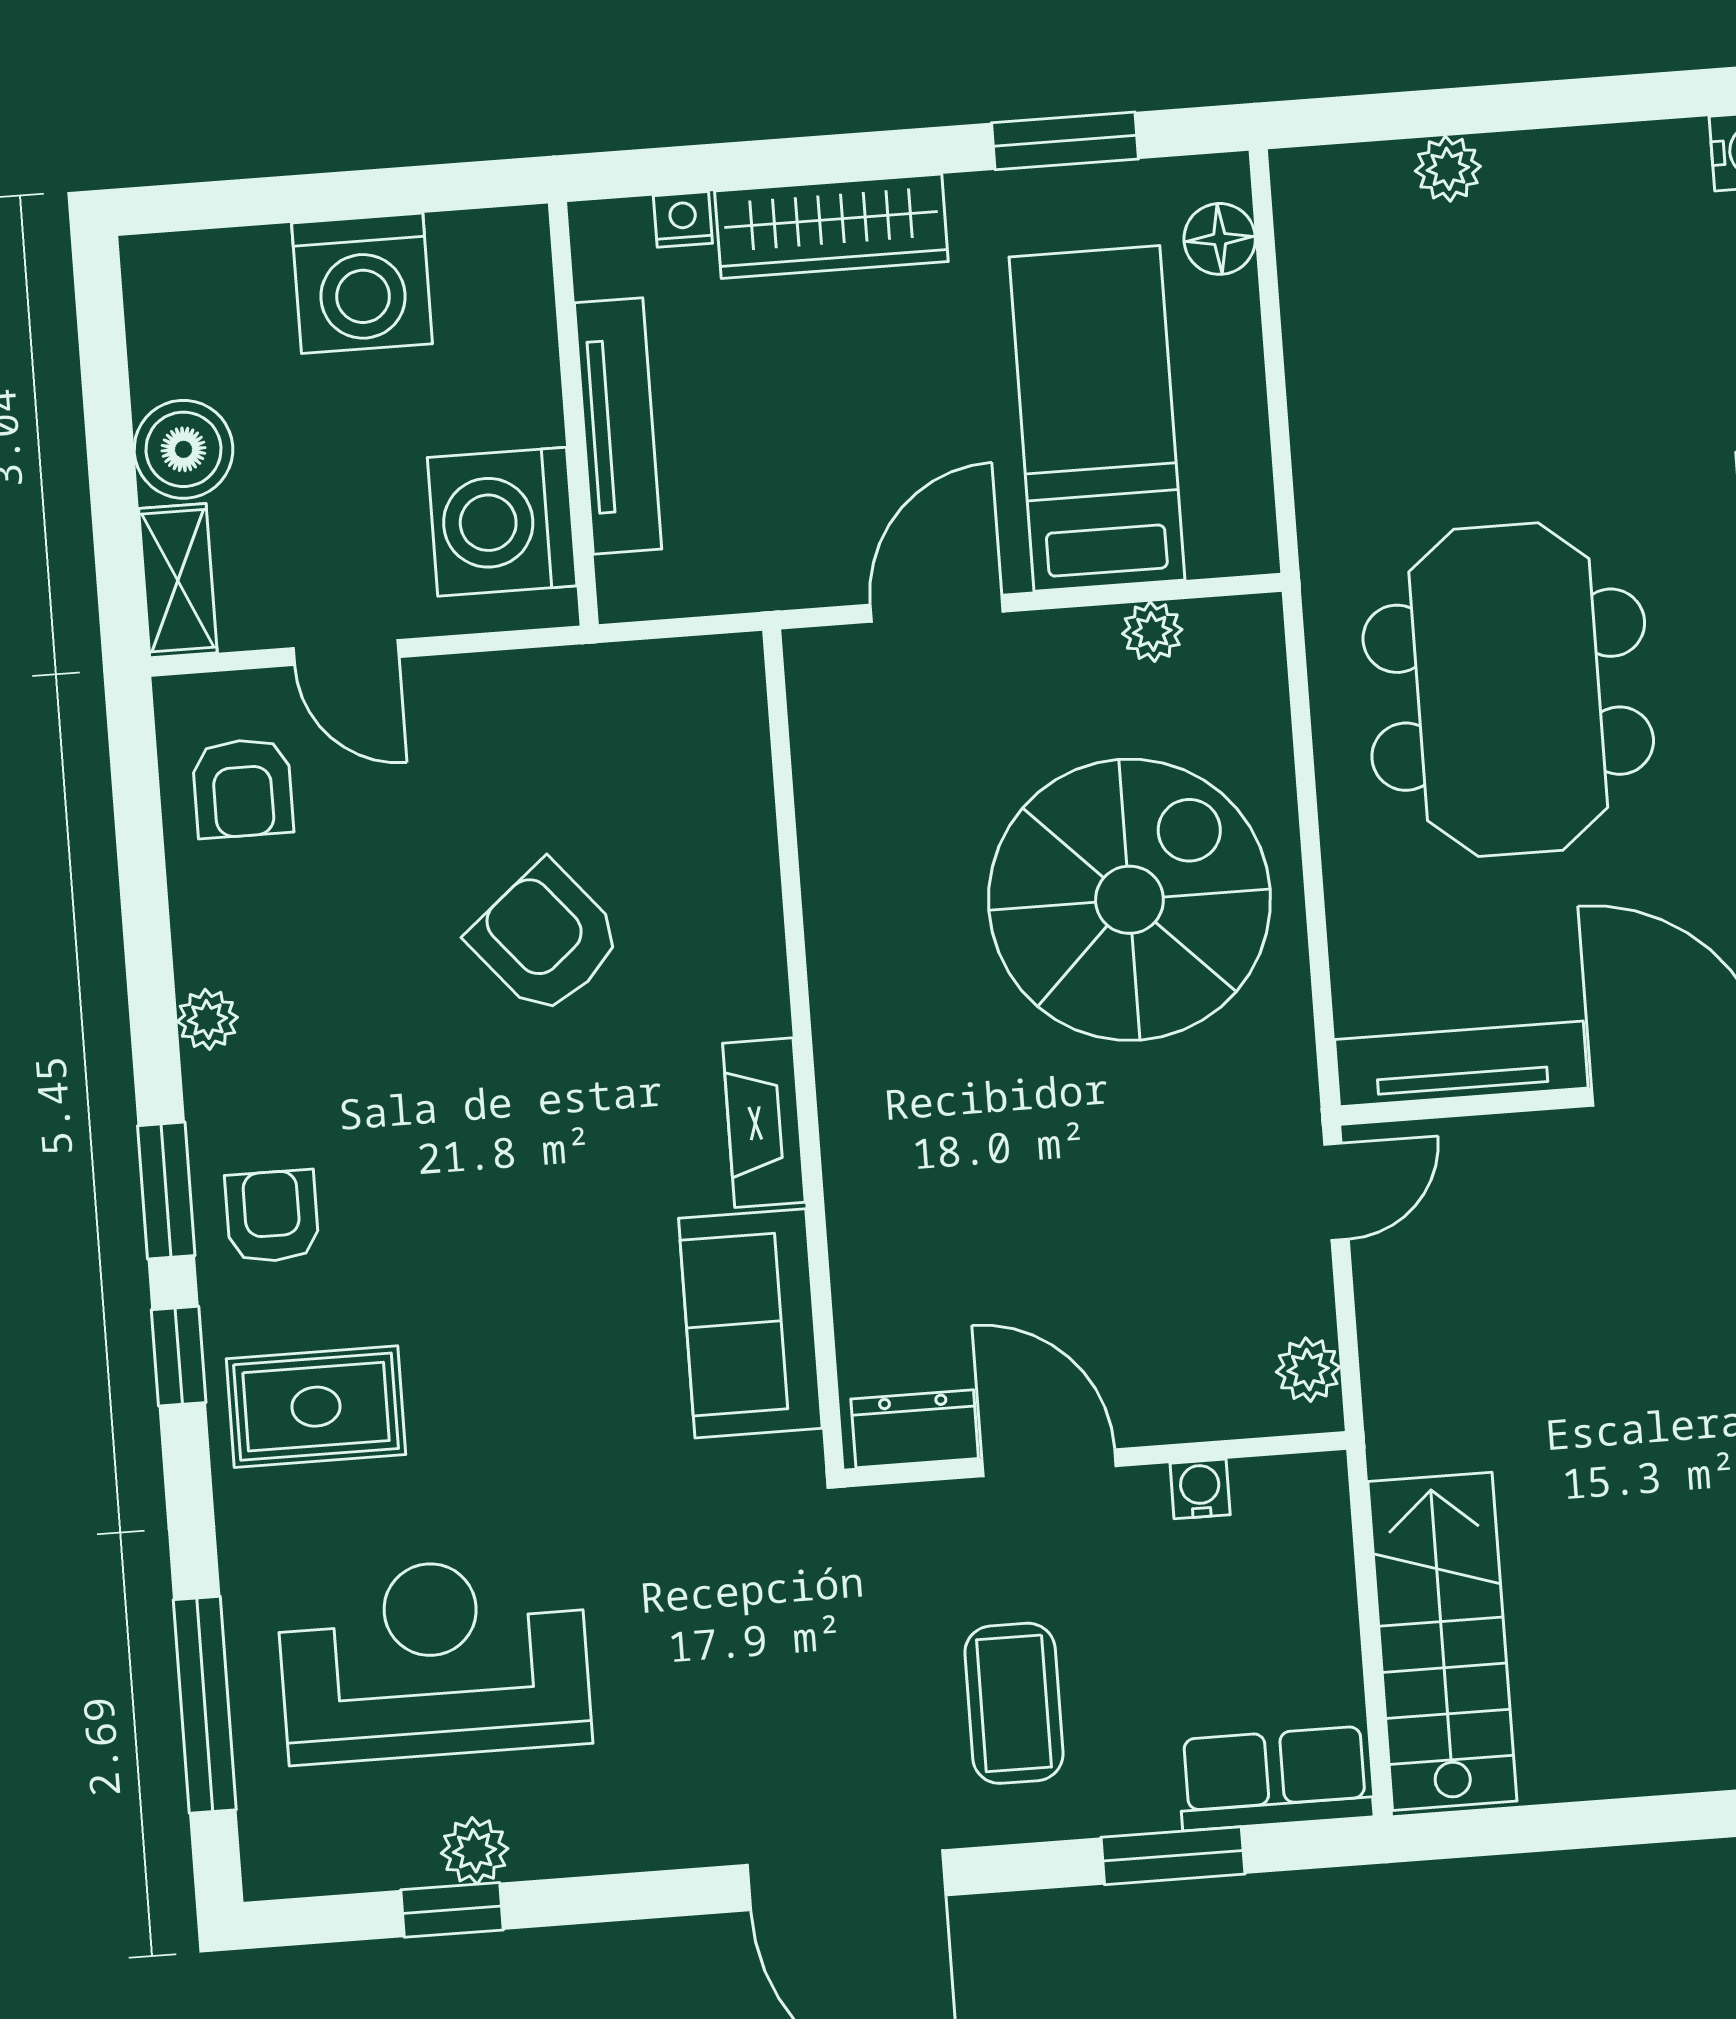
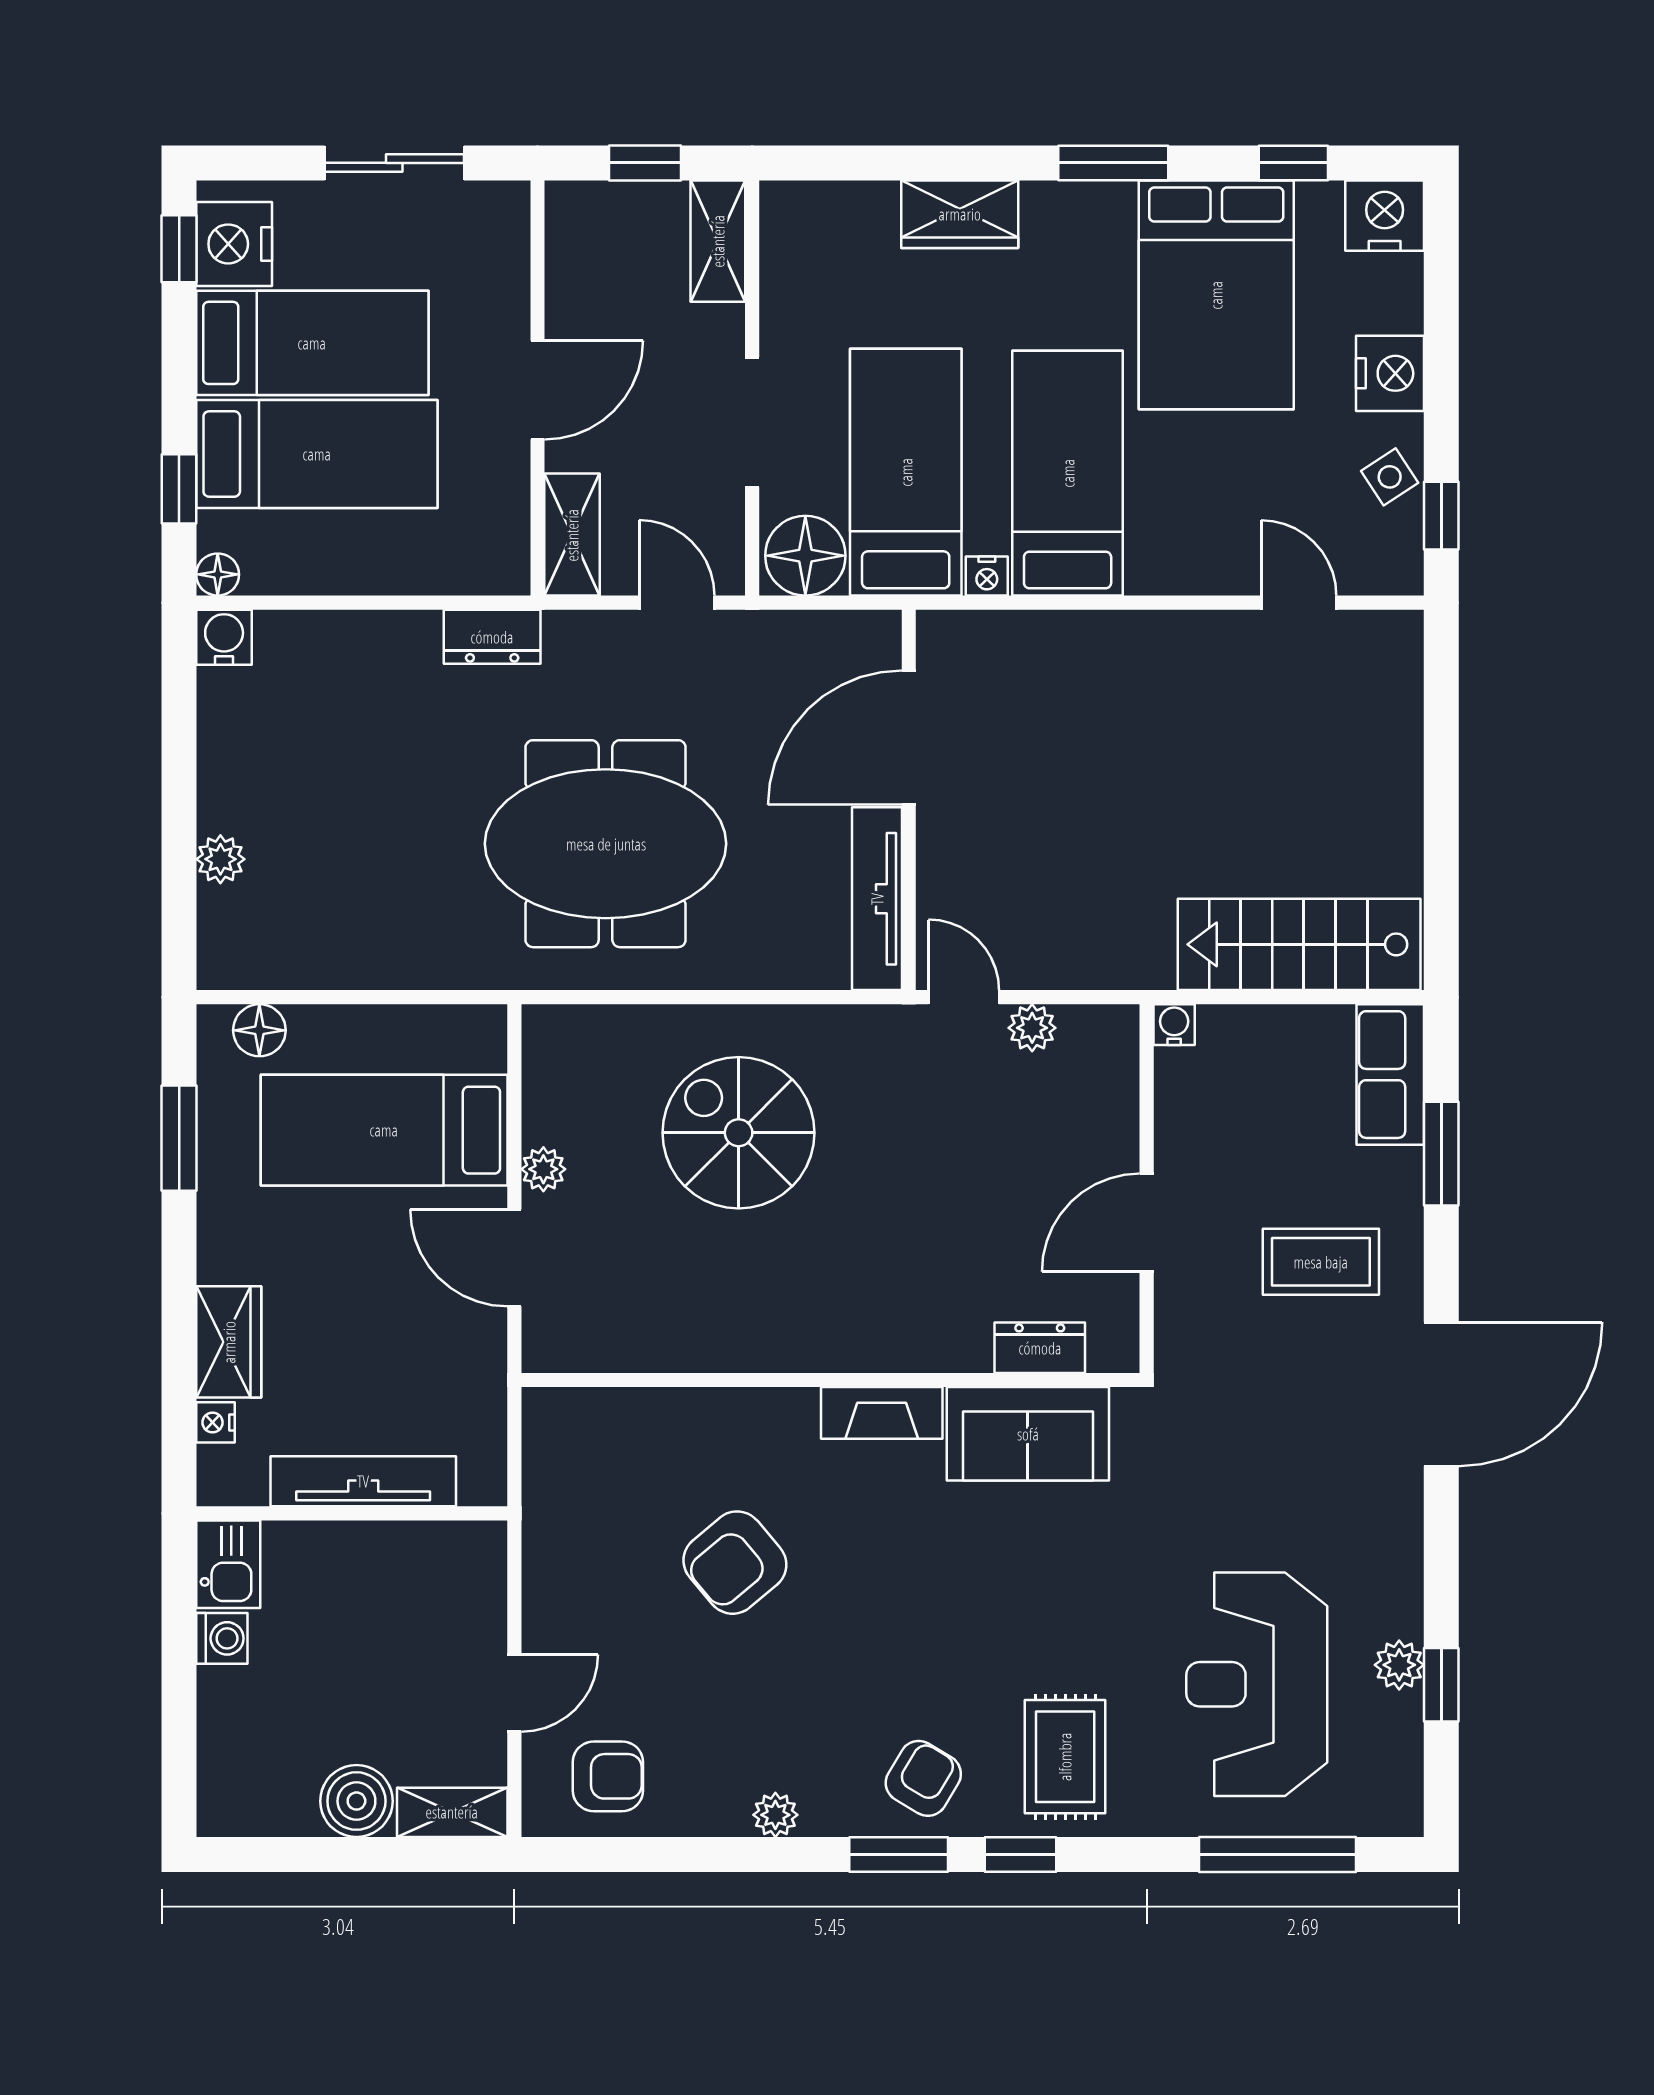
wardrobe: (831, 226) -> (229, 1342), width x0.67
kitchen sink: (492, 251) -> (228, 1564), added
washing machine: (362, 283) -> (222, 1638), width x0.53, depth x0.53
washing machine: (502, 522) -> (427, 1572), removed
plant: (1152, 632) -> (543, 1169), moved
spiral stairs: (1129, 900) -> (739, 1133), width x0.73, depth x0.73
armchair: (272, 1216) -> (923, 1778), turned 121
plant: (1308, 1370) -> (1032, 1028), moved
dresser: (915, 1429) -> (1040, 1348), moved, turned 90
water cooler: (1200, 1489) -> (1174, 1025), moved, turned 90

